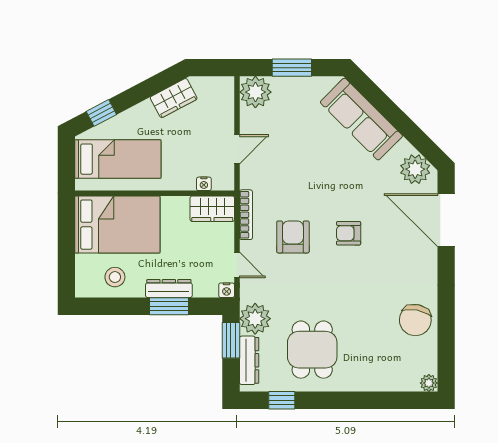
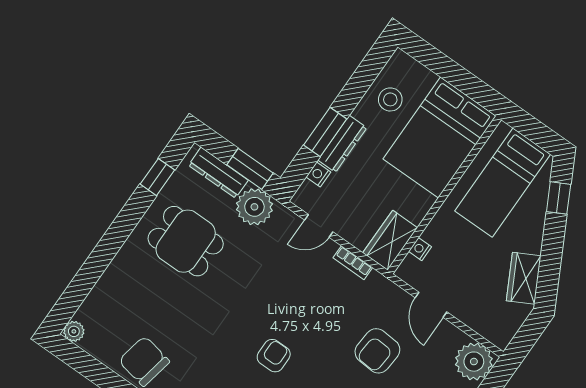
bookcase: (246, 215) -> (353, 263), width x0.64
armchair: (293, 237) -> (377, 351), moved, turned 94
nightstand: (227, 290) -> (318, 174), moved

